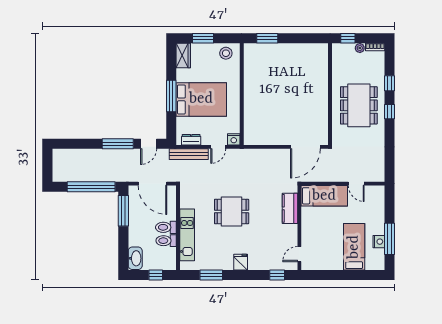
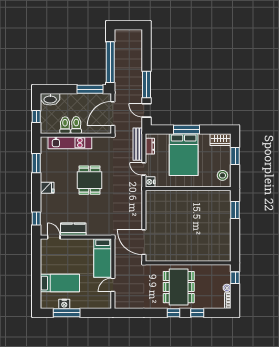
dining table: (359, 105) -> (179, 287), turned 90
kitchen counter: (290, 208) -> (73, 229), moved

